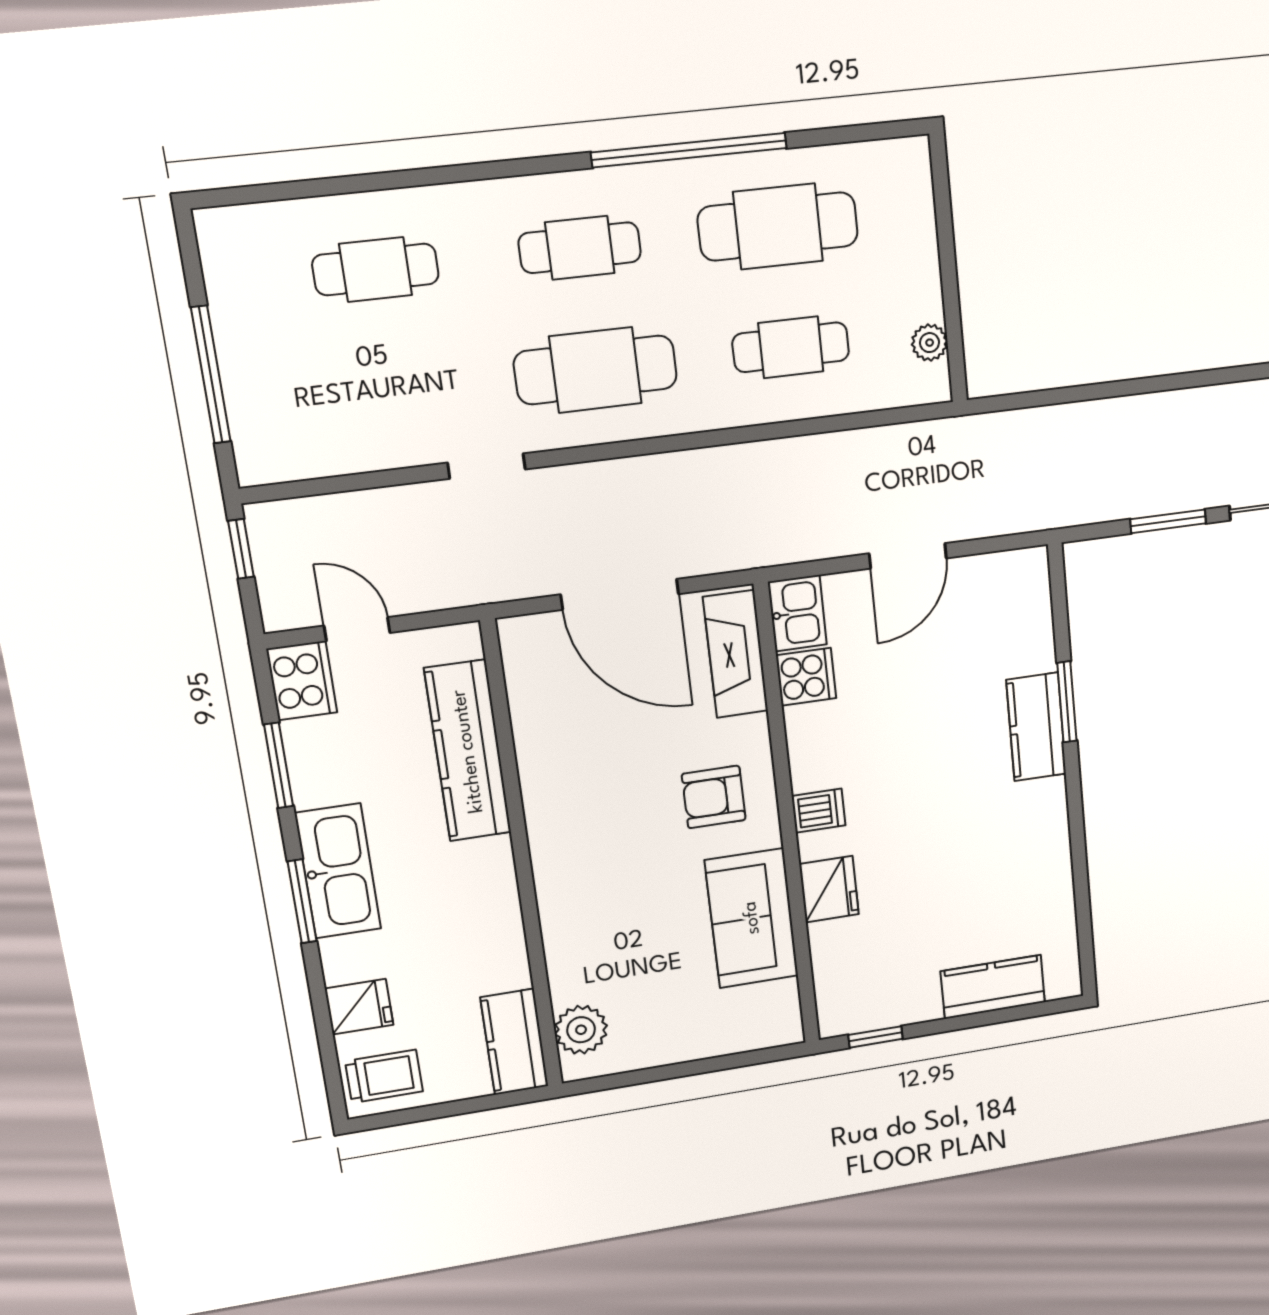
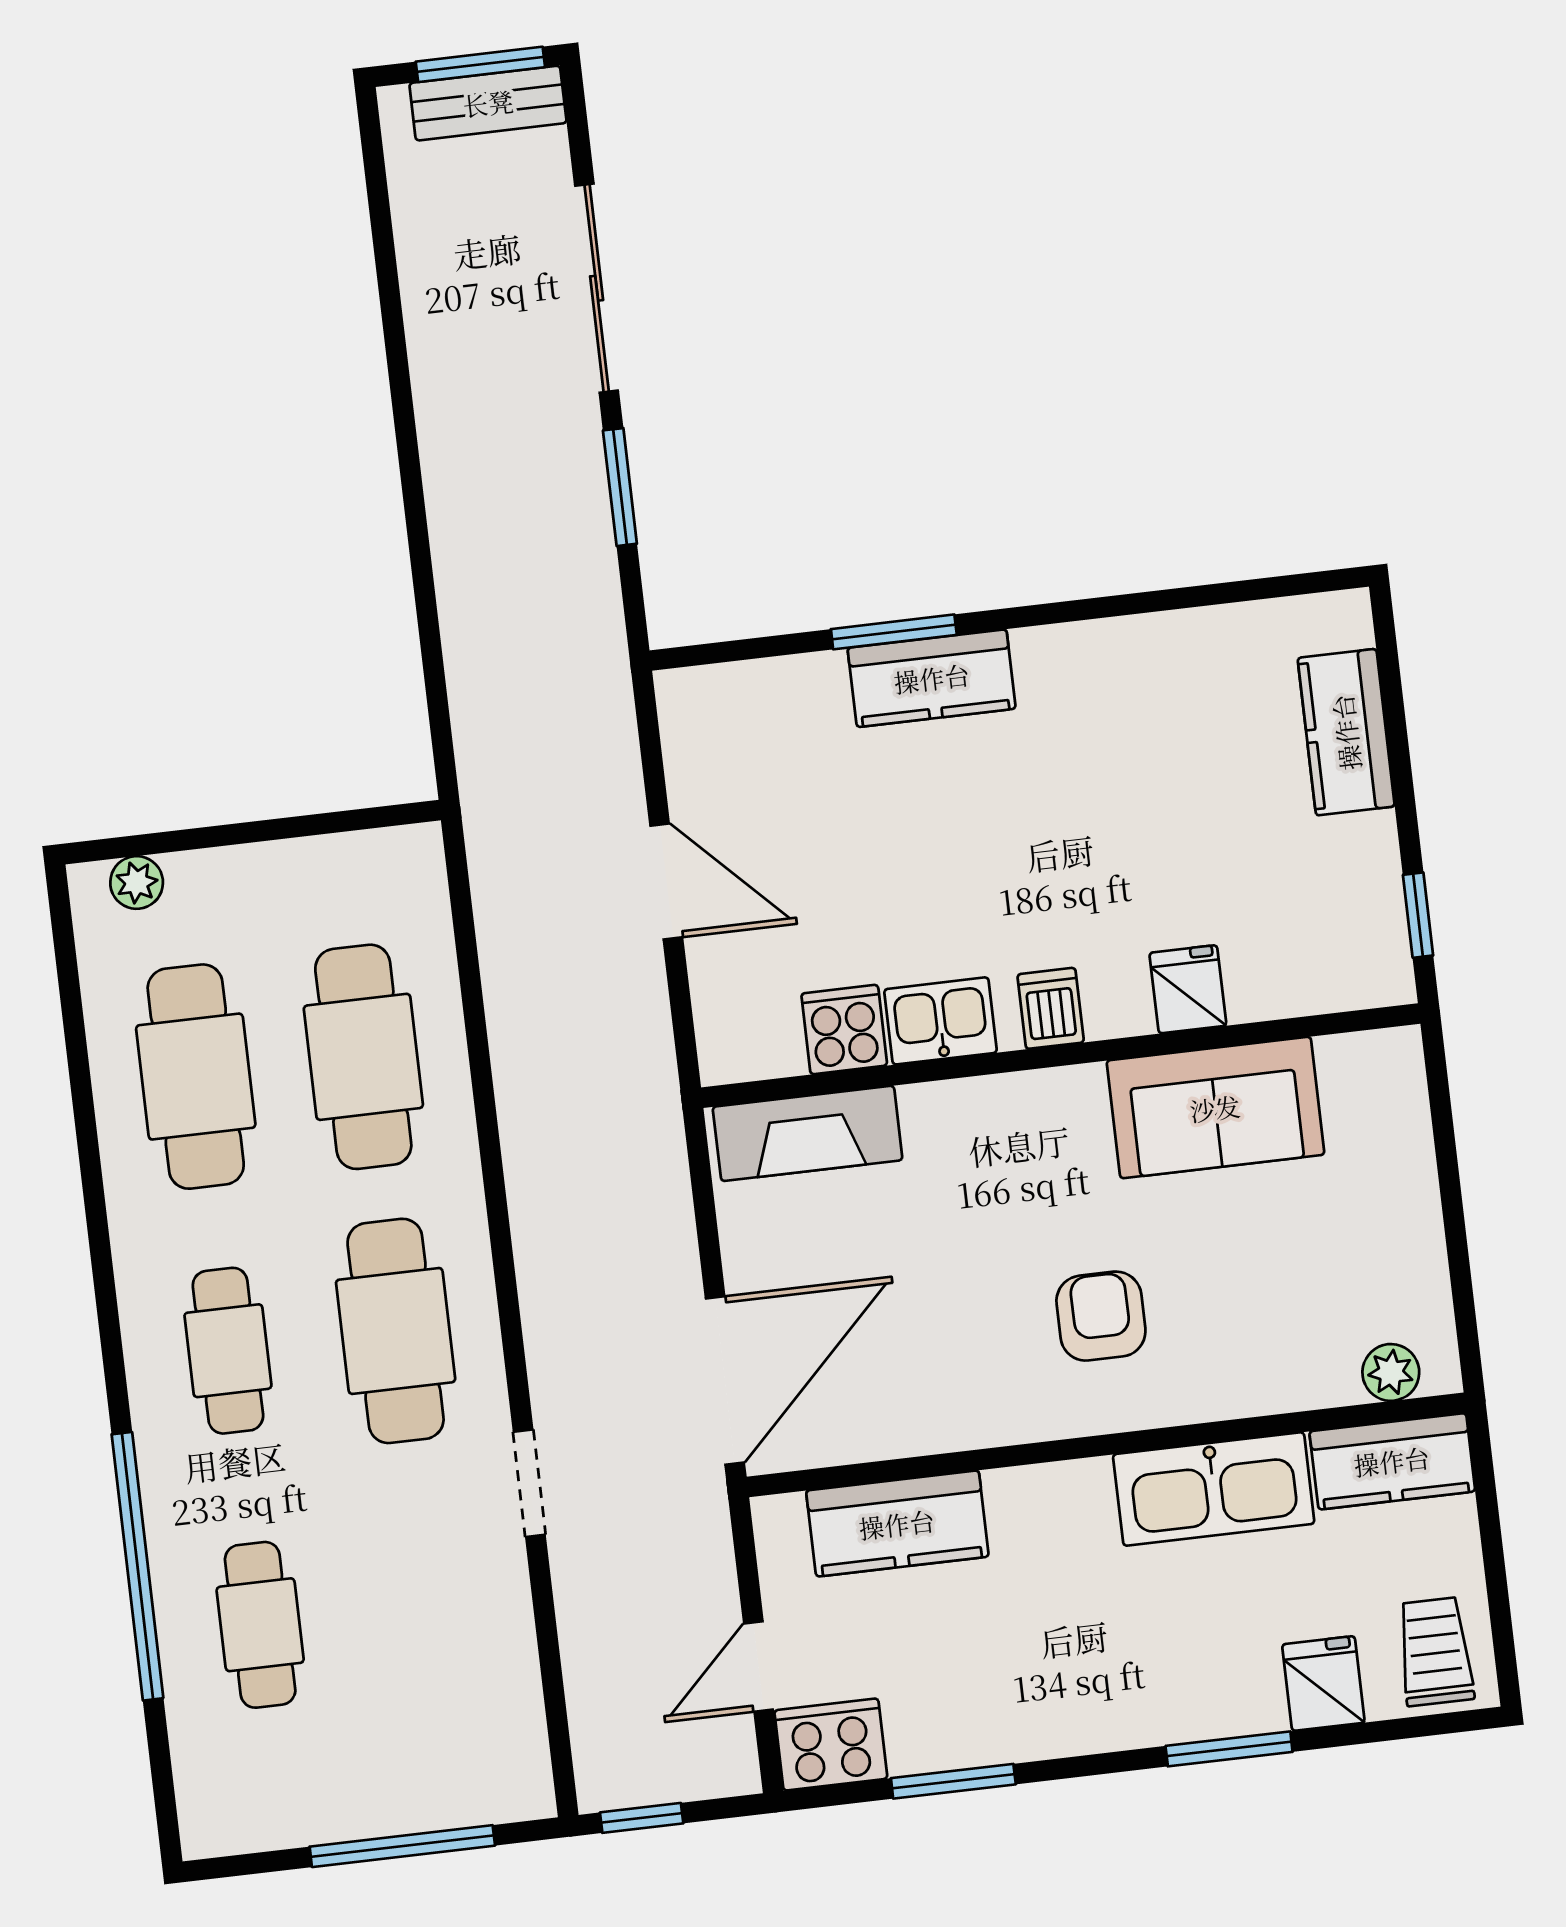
window: (689, 150) -> (137, 1566), moved
plant: (930, 343) -> (137, 883), moved
cafe table: (791, 347) -> (363, 1057), width x1.37, depth x1.35
door: (620, 594) -> (725, 1381), moved
kitchen sink: (797, 613) -> (941, 1021), moved
kitchen counter: (468, 751) -> (897, 1524), width x0.67
armchair: (714, 797) -> (1101, 1316), moved, turned 180
kitchen sink: (338, 871) -> (1214, 1489), moved, turned 180
fridge: (829, 889) -> (1188, 989), width x0.72
window: (302, 901) -> (1229, 1749), moved
plant: (581, 1030) -> (1391, 1372), width x0.73, depth x0.73

